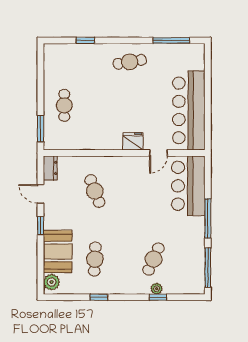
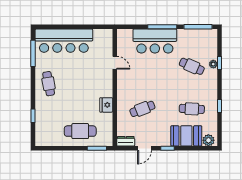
cafe table: (64, 105) -> (80, 131), width x1.37, depth x1.35
bar counter: (189, 110) -> (64, 41), moved
fridge: (133, 141) -> (106, 105), moved
bar counter: (188, 186) -> (155, 41), moved

